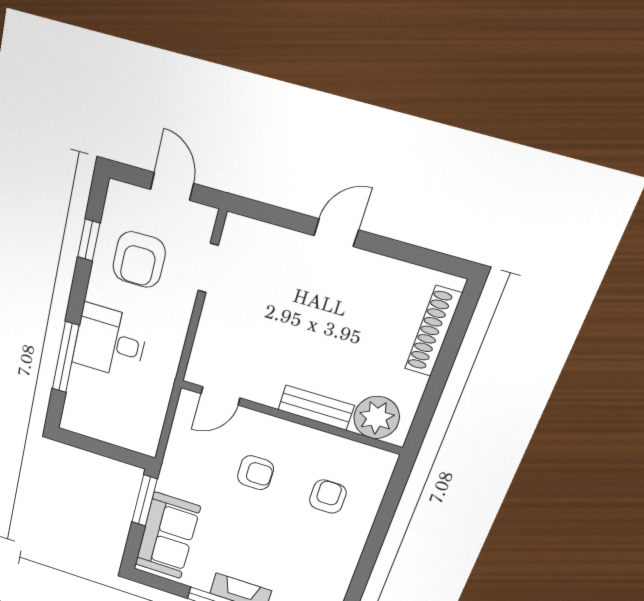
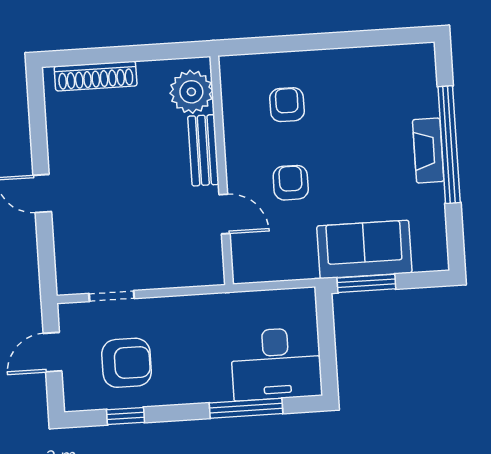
desk: (110, 342) -> (276, 364), moved, width x1.37
door: (220, 396) -> (225, 214), moved
armchair: (328, 497) -> (287, 105), turned 90
sofa: (167, 536) -> (364, 249), moved

